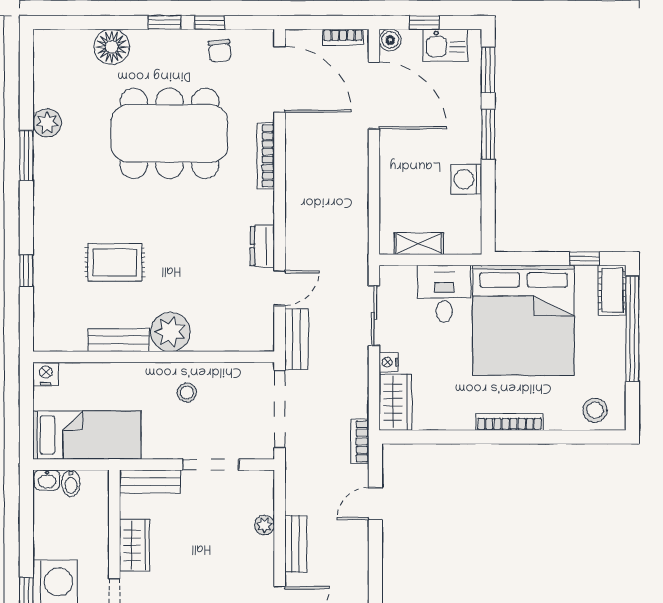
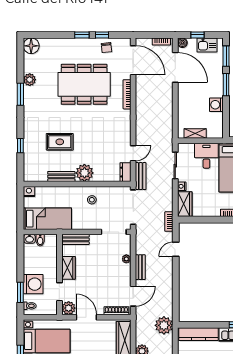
floor lamp: (112, 47) -> (31, 46), moved
dresser: (262, 246) -> (125, 172), moved
doorway: (211, 465) -> (114, 232), moved

